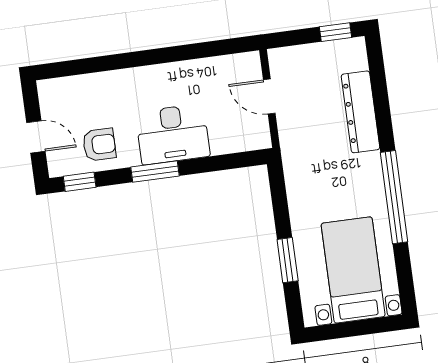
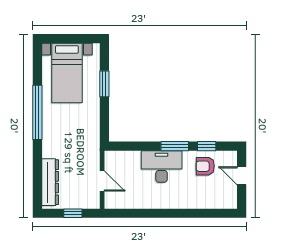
window: (336, 32) -> (73, 213), moved
dresser: (360, 112) -> (50, 182), moved
window: (80, 182) -> (207, 146), moved

